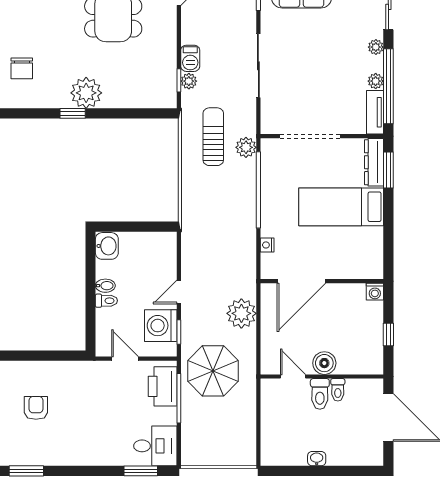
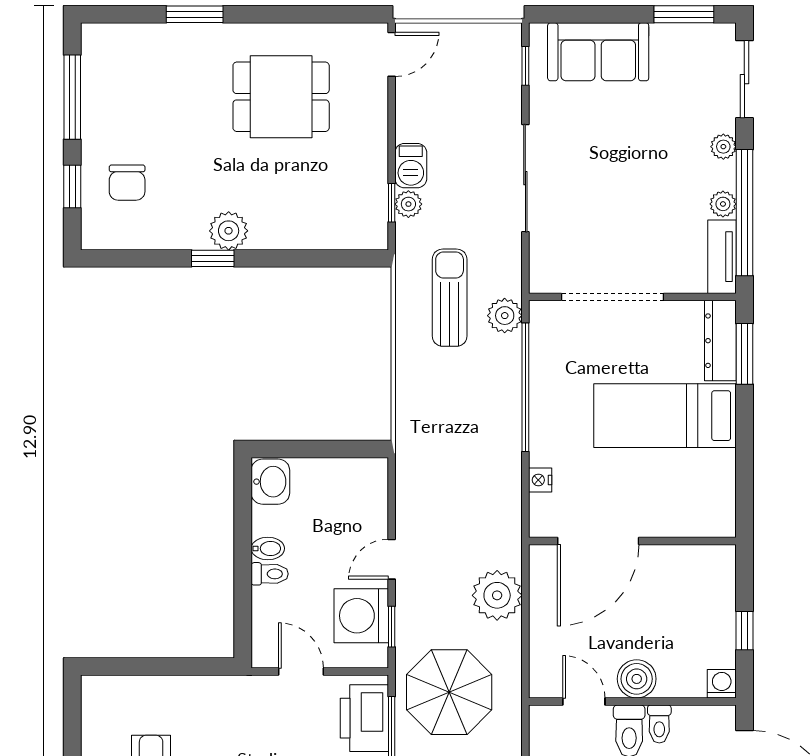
plant: (86, 93) -> (229, 231), width x0.73, depth x0.73
washing machine: (375, 292) -> (722, 684), moved, turned 180

